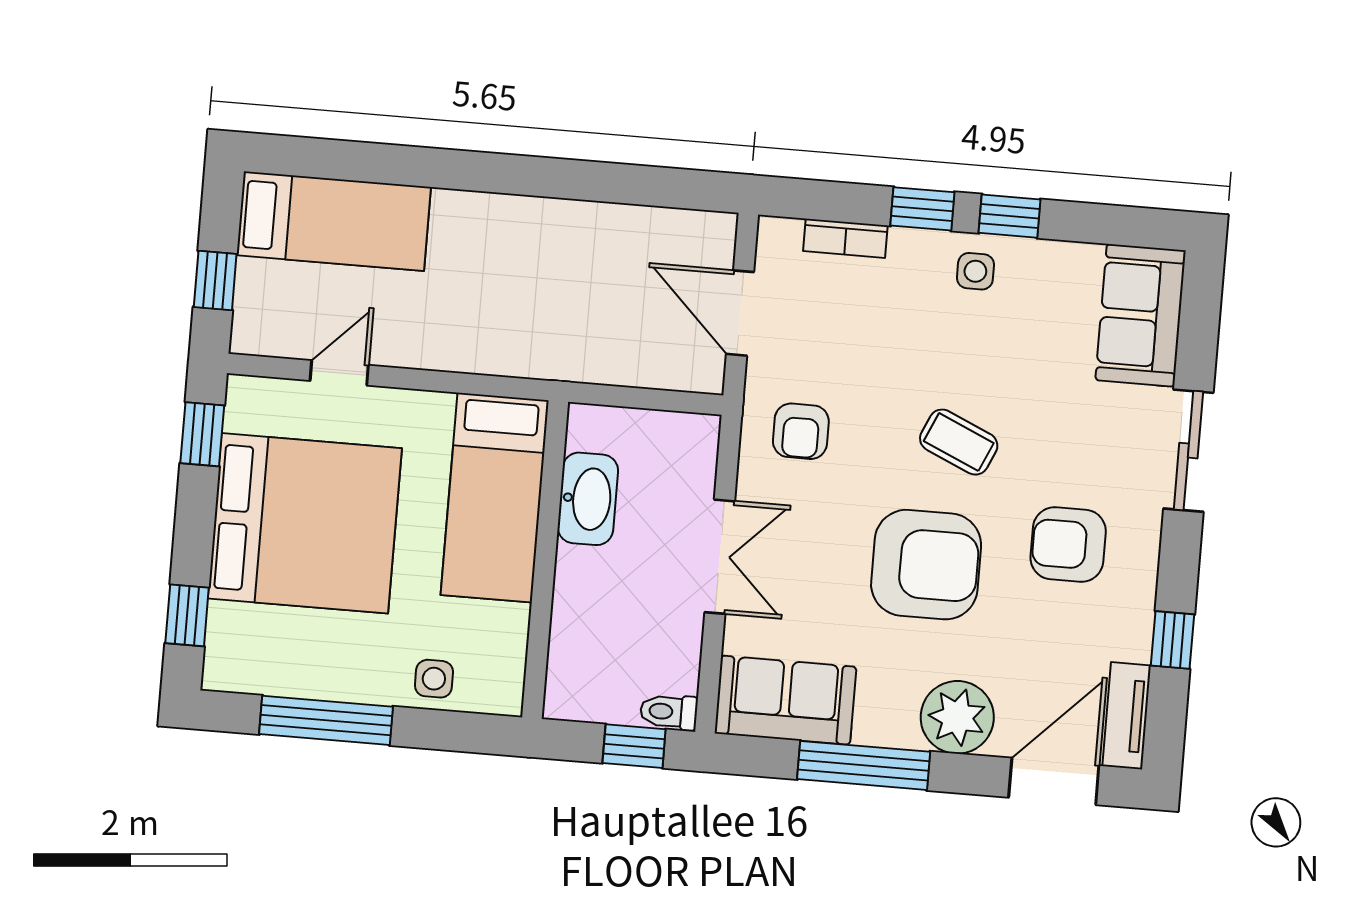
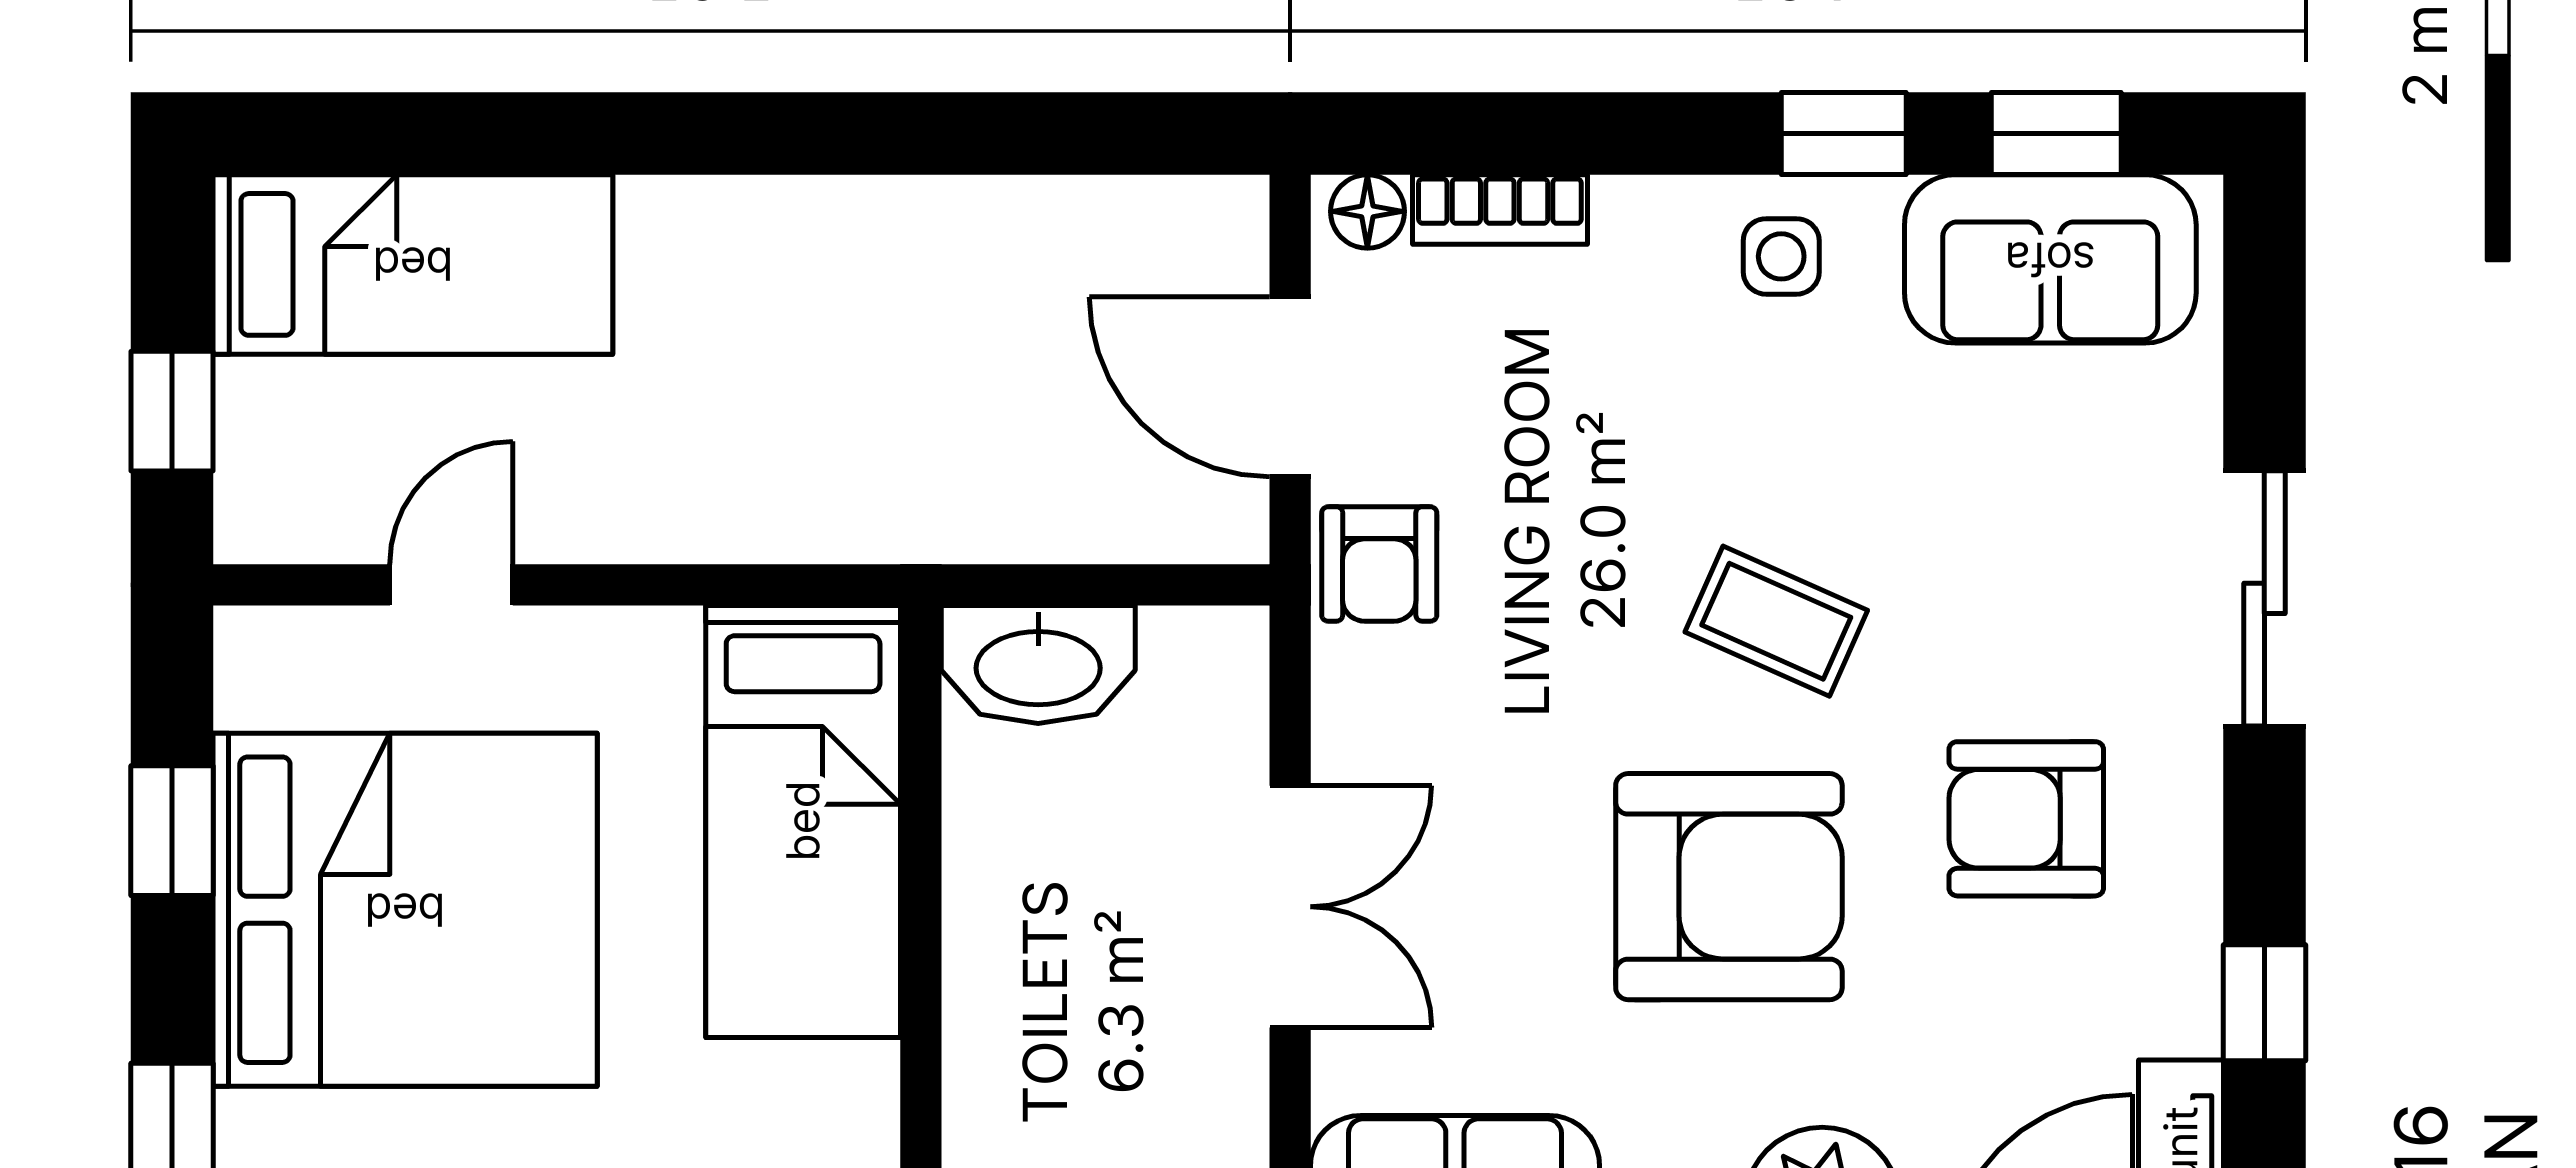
window: (922, 209) -> (2056, 134), moved
floor lamp: (783, 234) -> (1367, 211), added
sofa: (1141, 315) -> (2050, 259), moved, turned -90
armchair: (801, 431) -> (1379, 564), moved
window: (202, 434) -> (172, 831), moved
washbasin: (588, 499) -> (1038, 665), moved, turned 90

